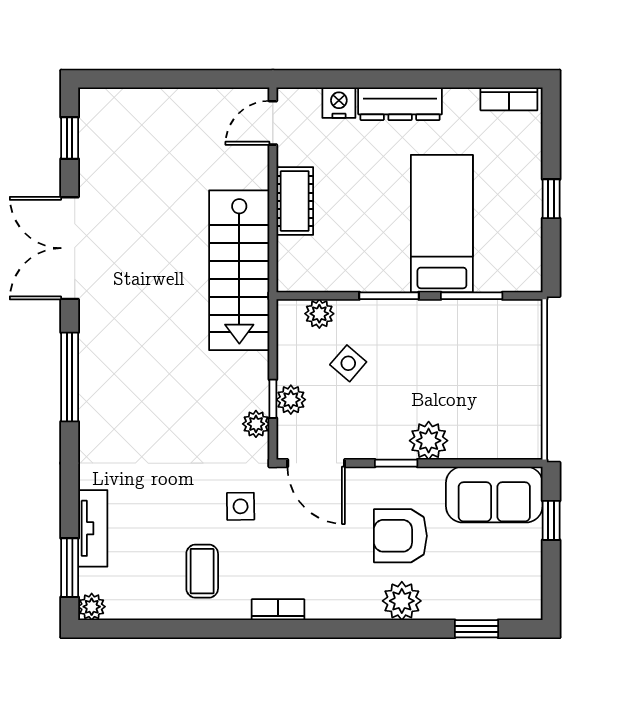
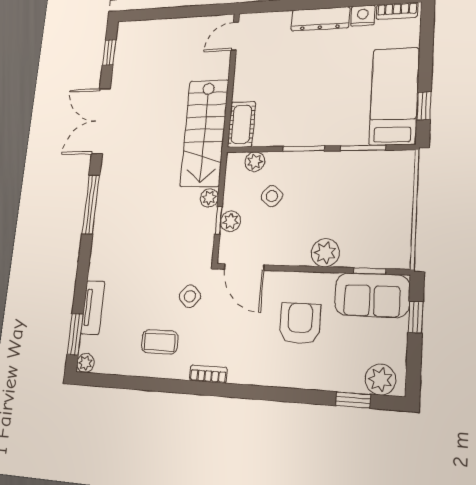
nightstand: (339, 103) -> (363, 16), moved
window: (551, 199) -> (424, 106), moved
cot: (295, 201) -> (241, 124), moved
bed: (442, 224) -> (394, 96), moved
plant: (256, 424) -> (209, 198), moved
window: (396, 463) -> (370, 271), moved
side table: (241, 506) -> (190, 296), turned 45
armchair: (400, 536) -> (300, 323), turned 90
coffee table: (202, 571) -> (160, 342), turned 90
plant: (402, 601) -> (380, 380), moved

